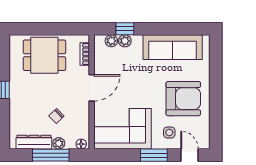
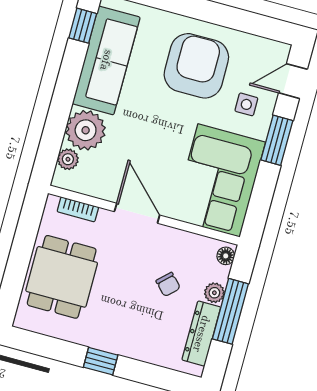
window: (125, 29) -> (83, 26), moved
plant: (125, 41) -> (86, 130), width x1.87, depth x1.87

